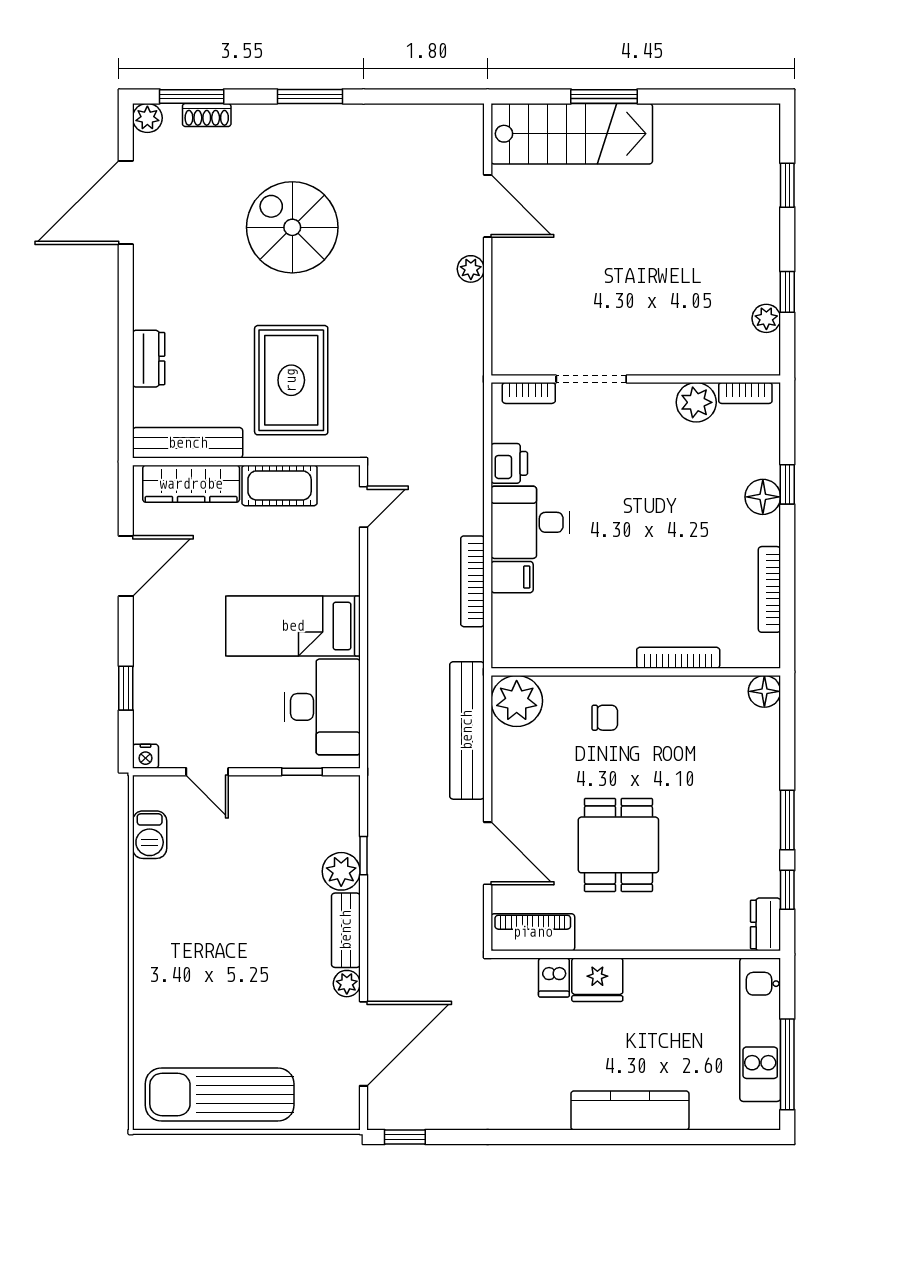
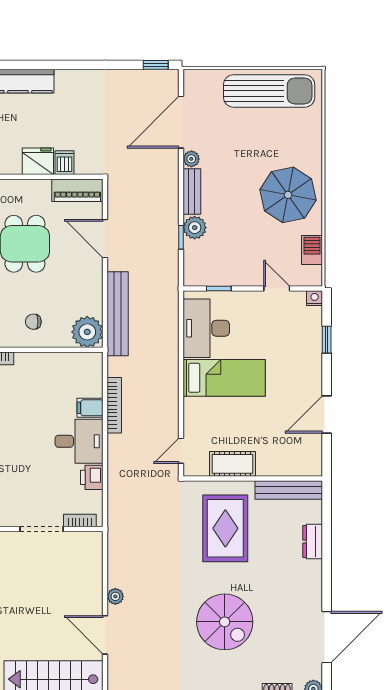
wardrobe: (191, 484) -> (287, 465), removed
parasol: (189, 925) -> (288, 195), added

